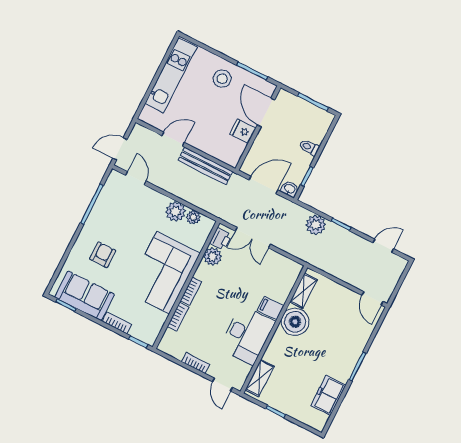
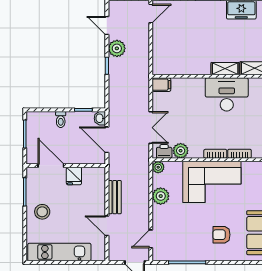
door: (266, 112) -> (51, 166), swing flipped
bench: (205, 166) -> (115, 197), width x0.73
plant: (193, 217) -> (158, 167), moved
plant: (316, 225) -> (117, 48), moved
shelving: (304, 291) -> (225, 69), moved
filing cabinet: (271, 308) -> (161, 85), moved, turned -90
boiler: (295, 322) -> (198, 63), removed

